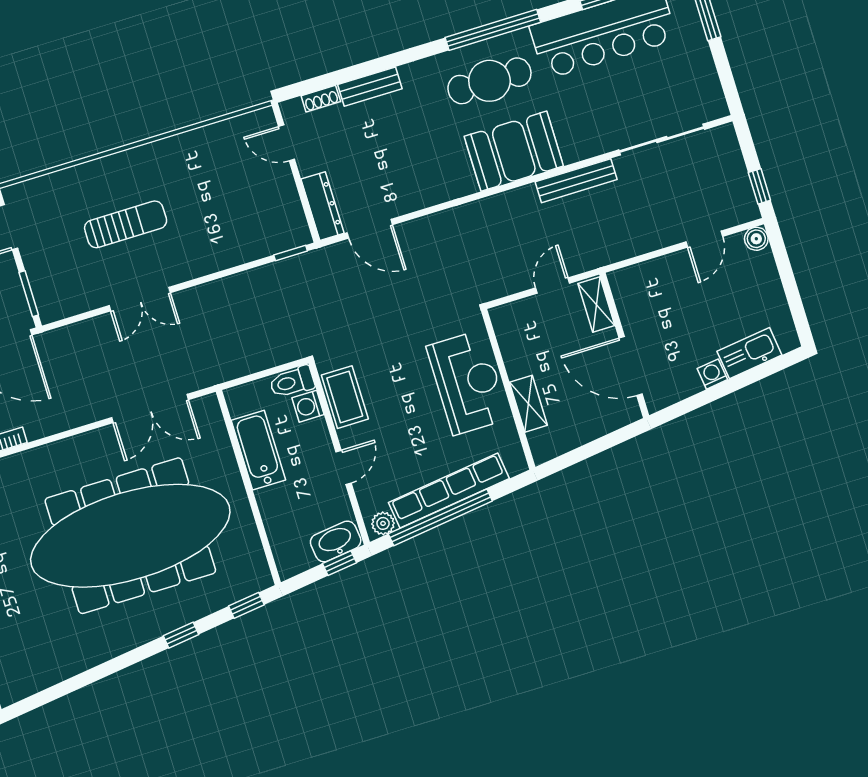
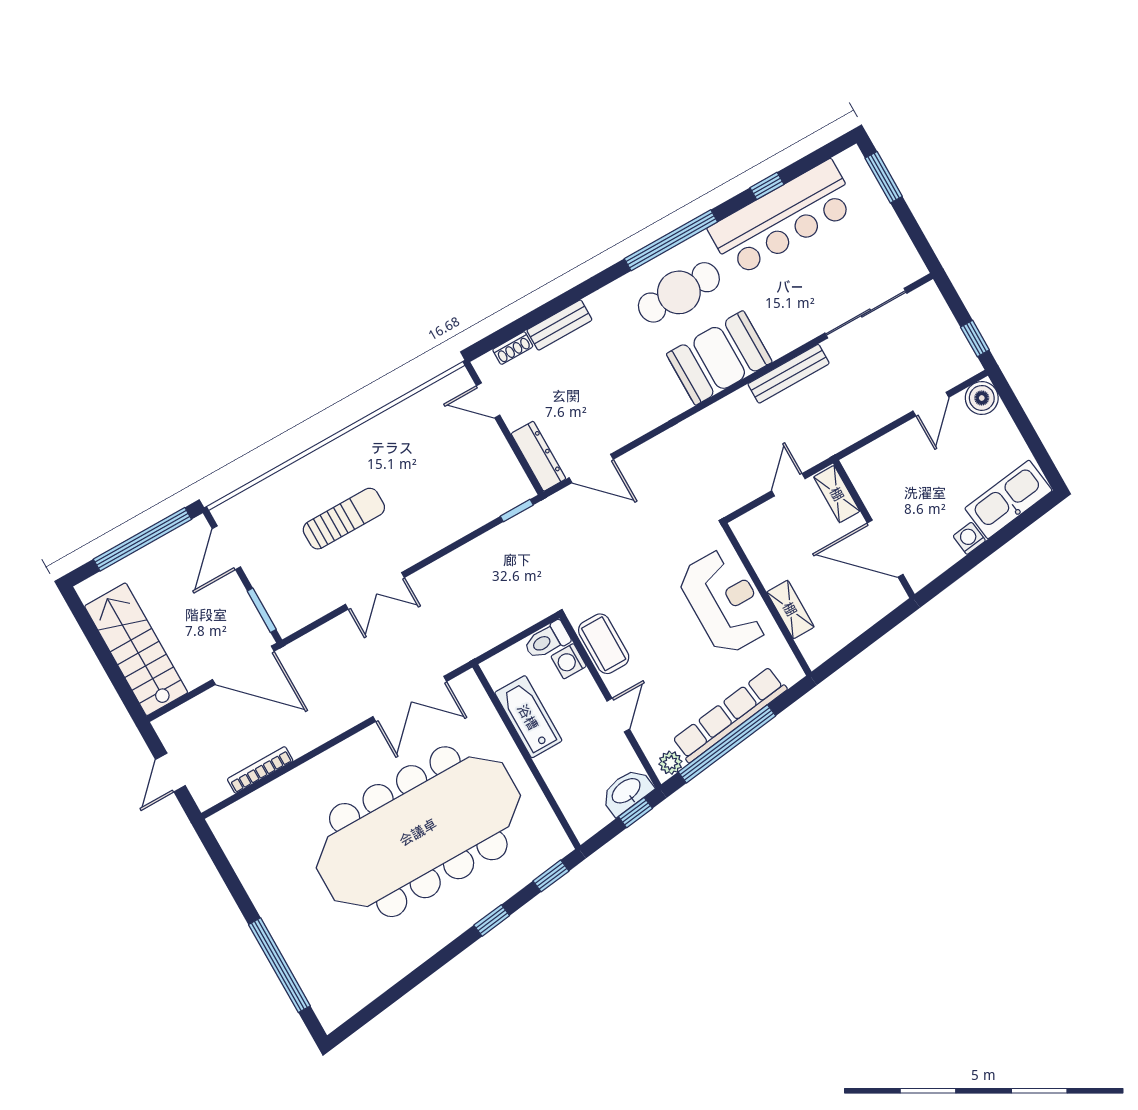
boiler: (756, 239) -> (982, 398), width x1.36, depth x1.36
kitchen sink: (749, 353) -> (1008, 499), width x1.36, depth x1.24

